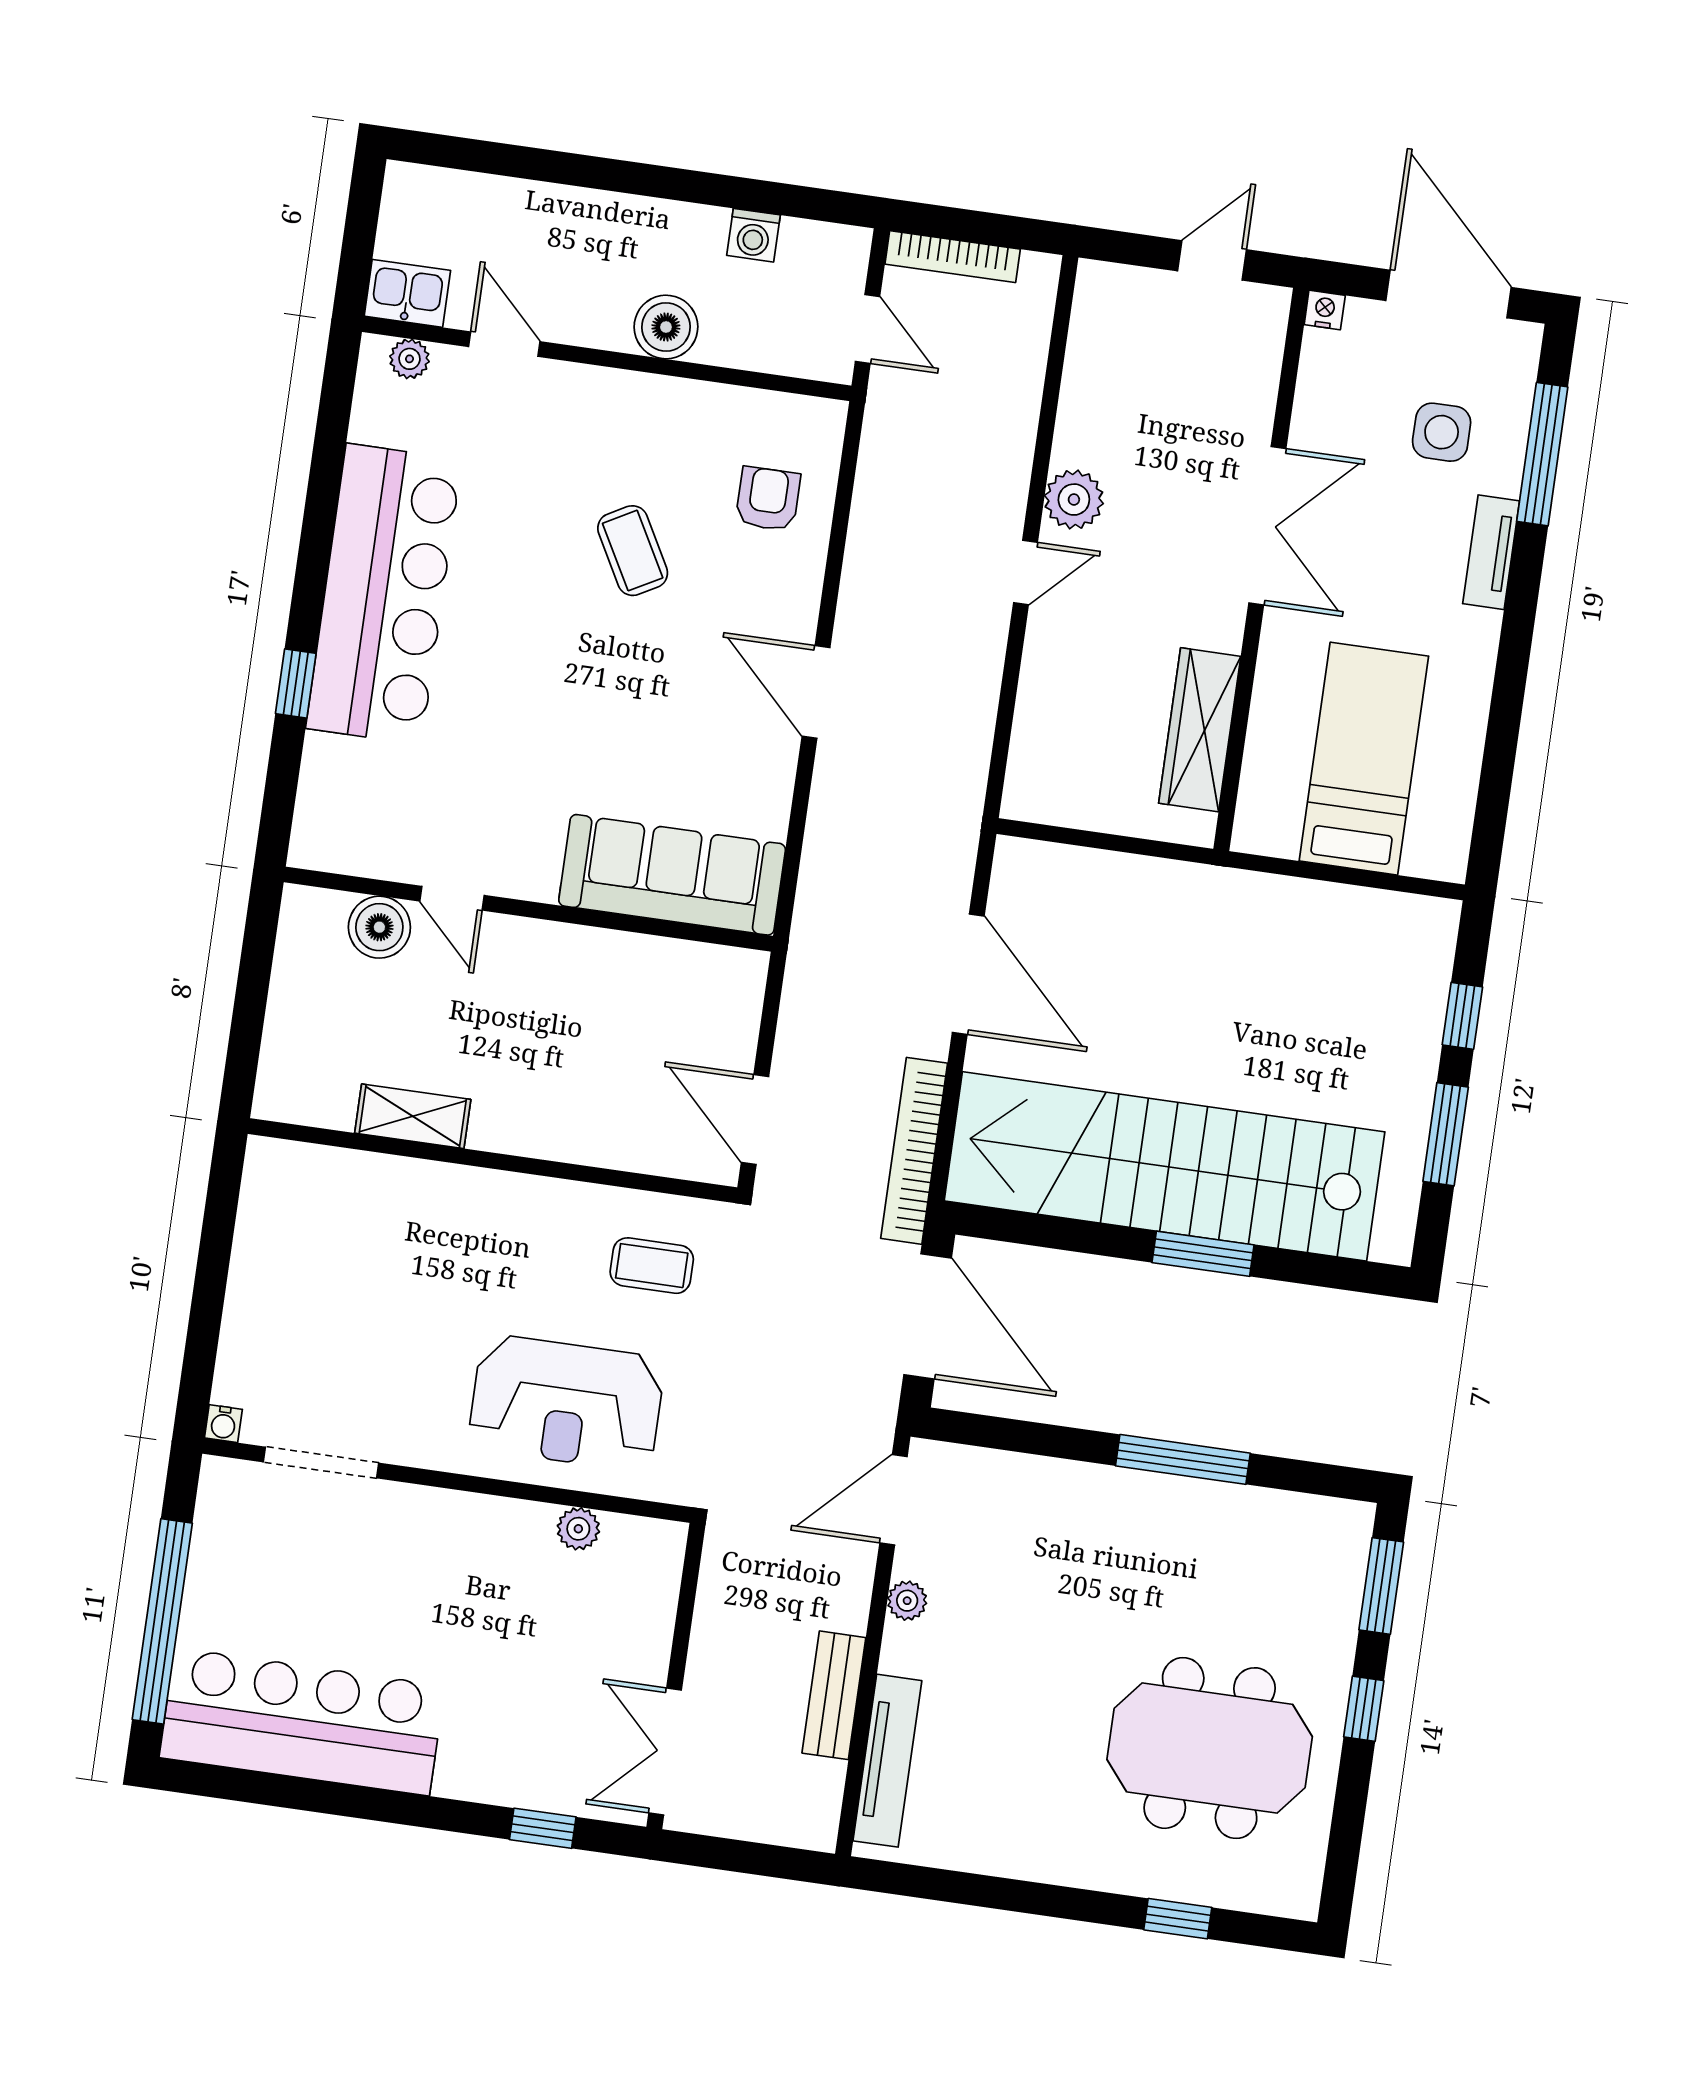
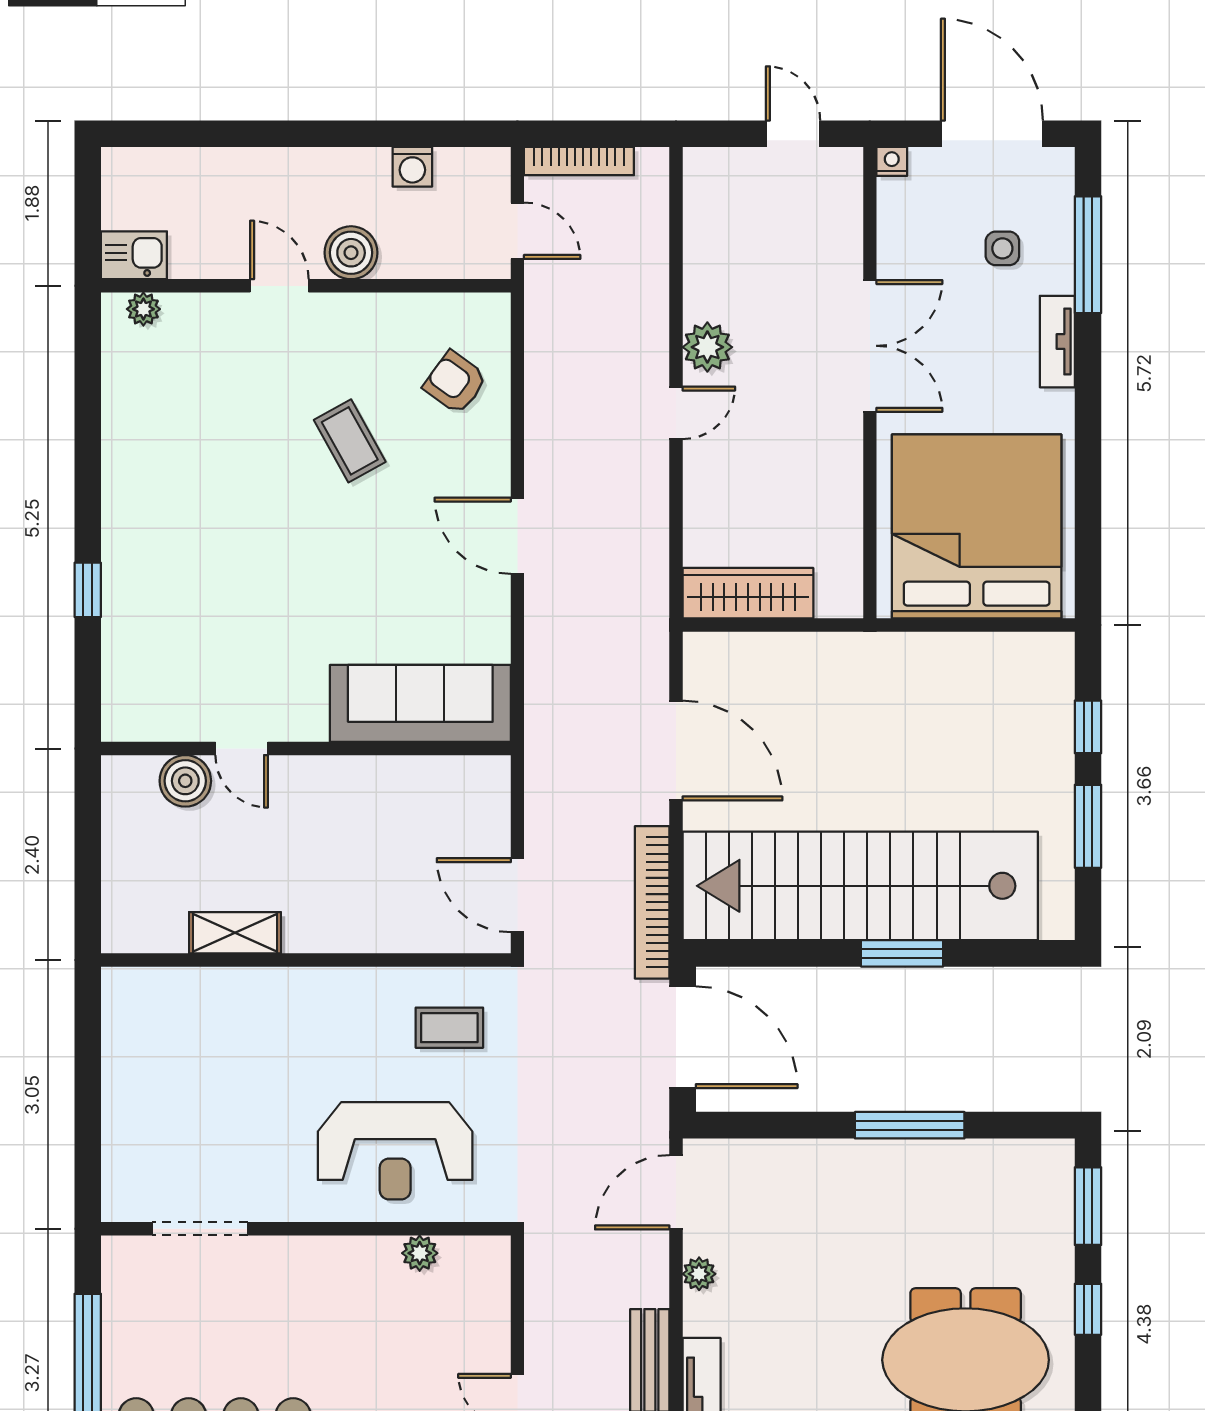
door: (1212, 260) -> (793, 134), hinge flipped
door: (504, 344) -> (279, 286), moved
side table: (1442, 432) -> (1002, 248), width x0.73, depth x0.73
armchair: (768, 499) -> (455, 382), turned -54
bar counter: (384, 594) -> (150, 506), removed
wardrobe: (1200, 730) -> (748, 593), moved, turned 90
bed: (1364, 759) -> (977, 526), width x2.04
water cooler: (223, 1424) -> (115, 1208), removed

